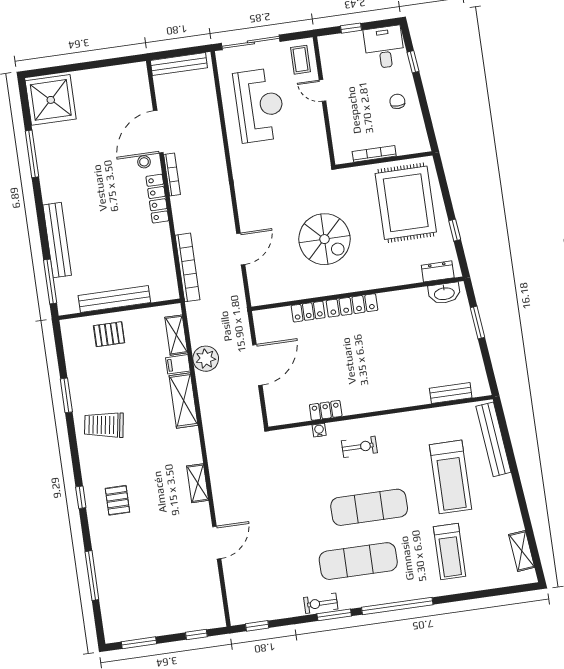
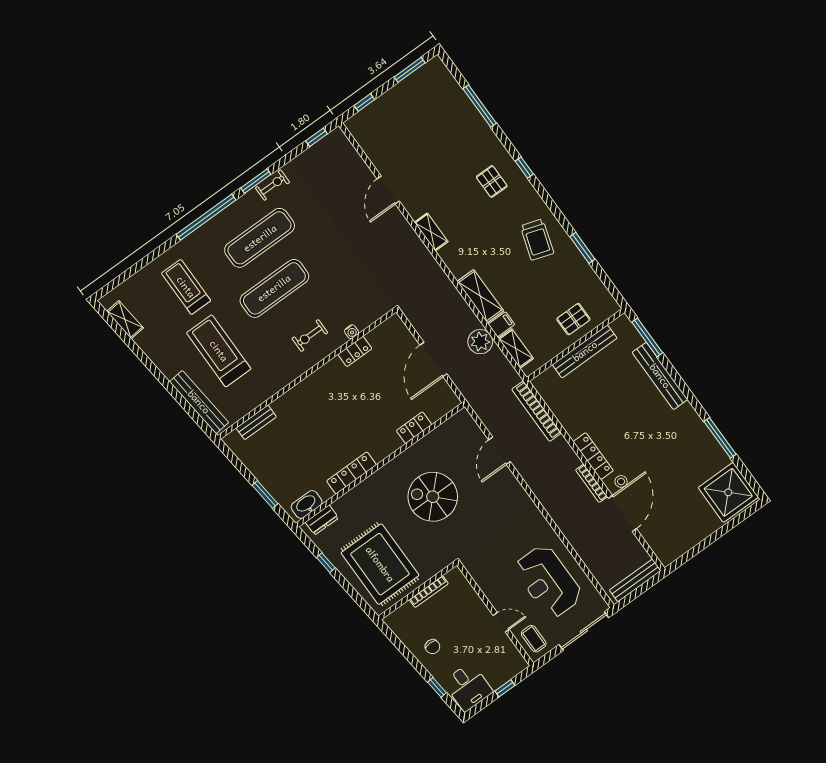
locker: (352, 305) -> (352, 473), moved
trolley: (104, 425) -> (537, 240), turned 99

